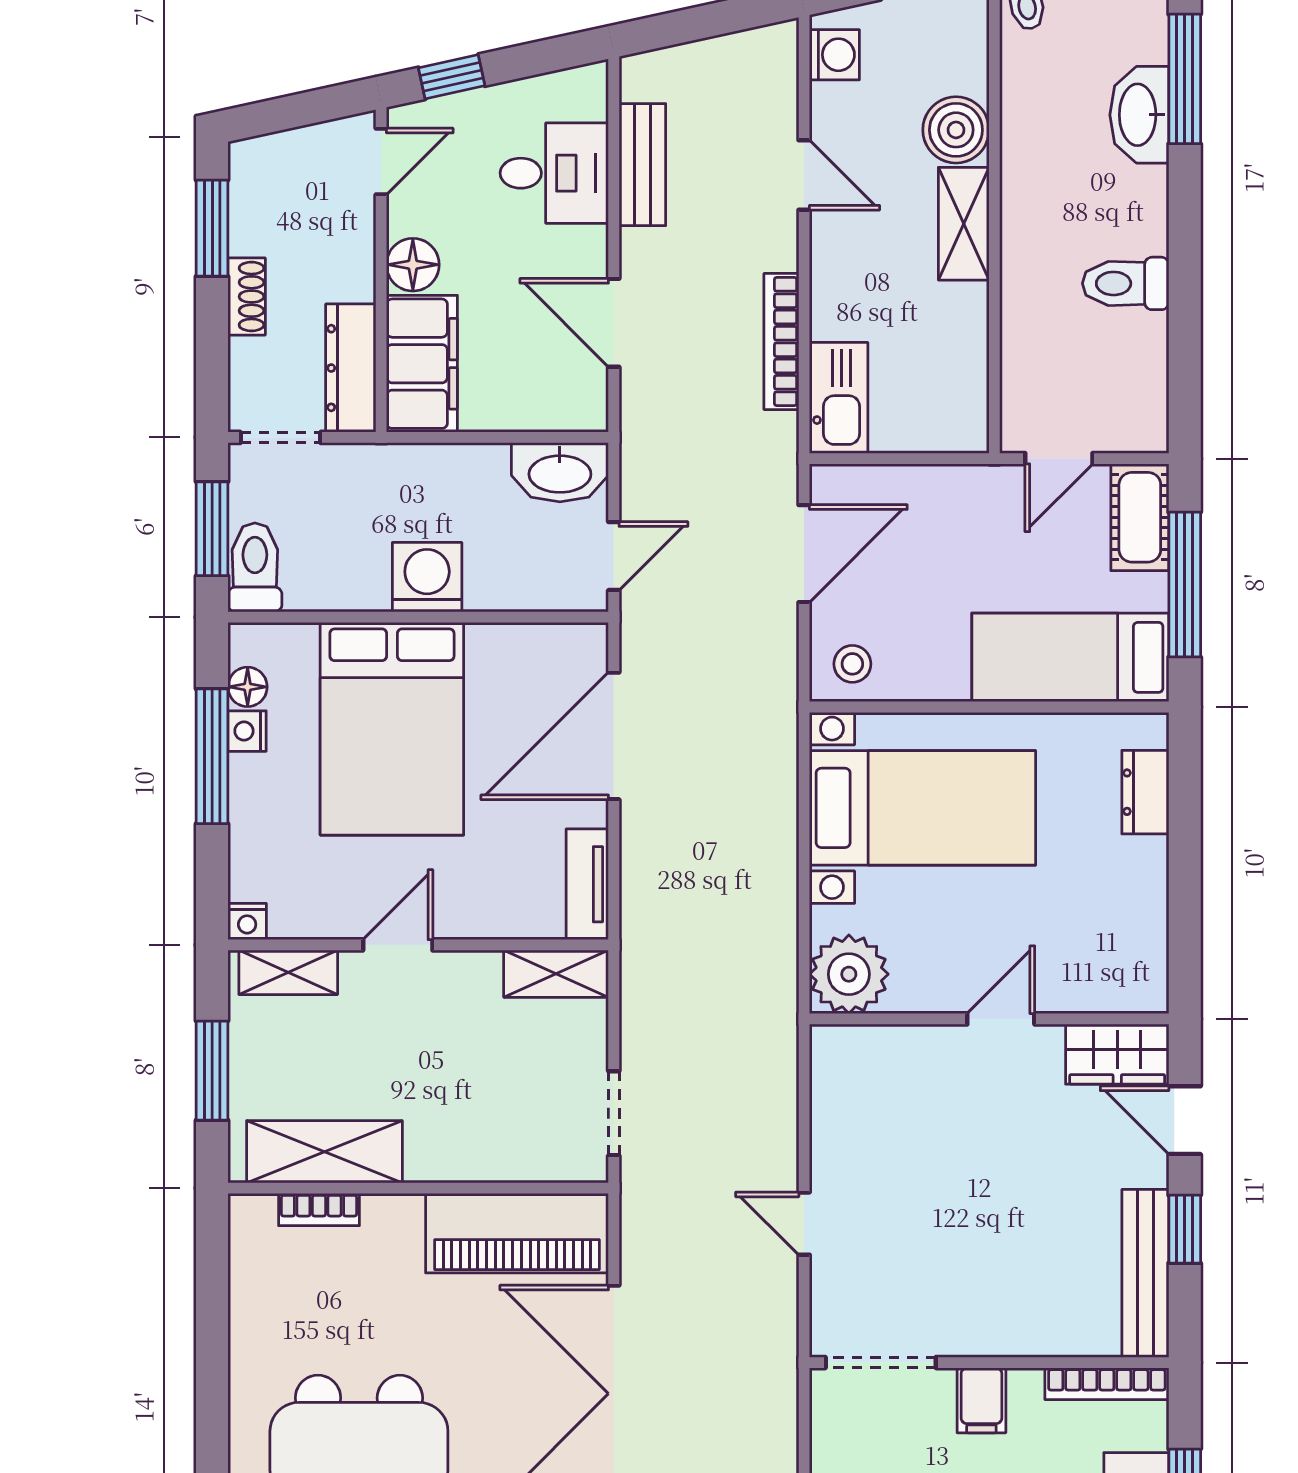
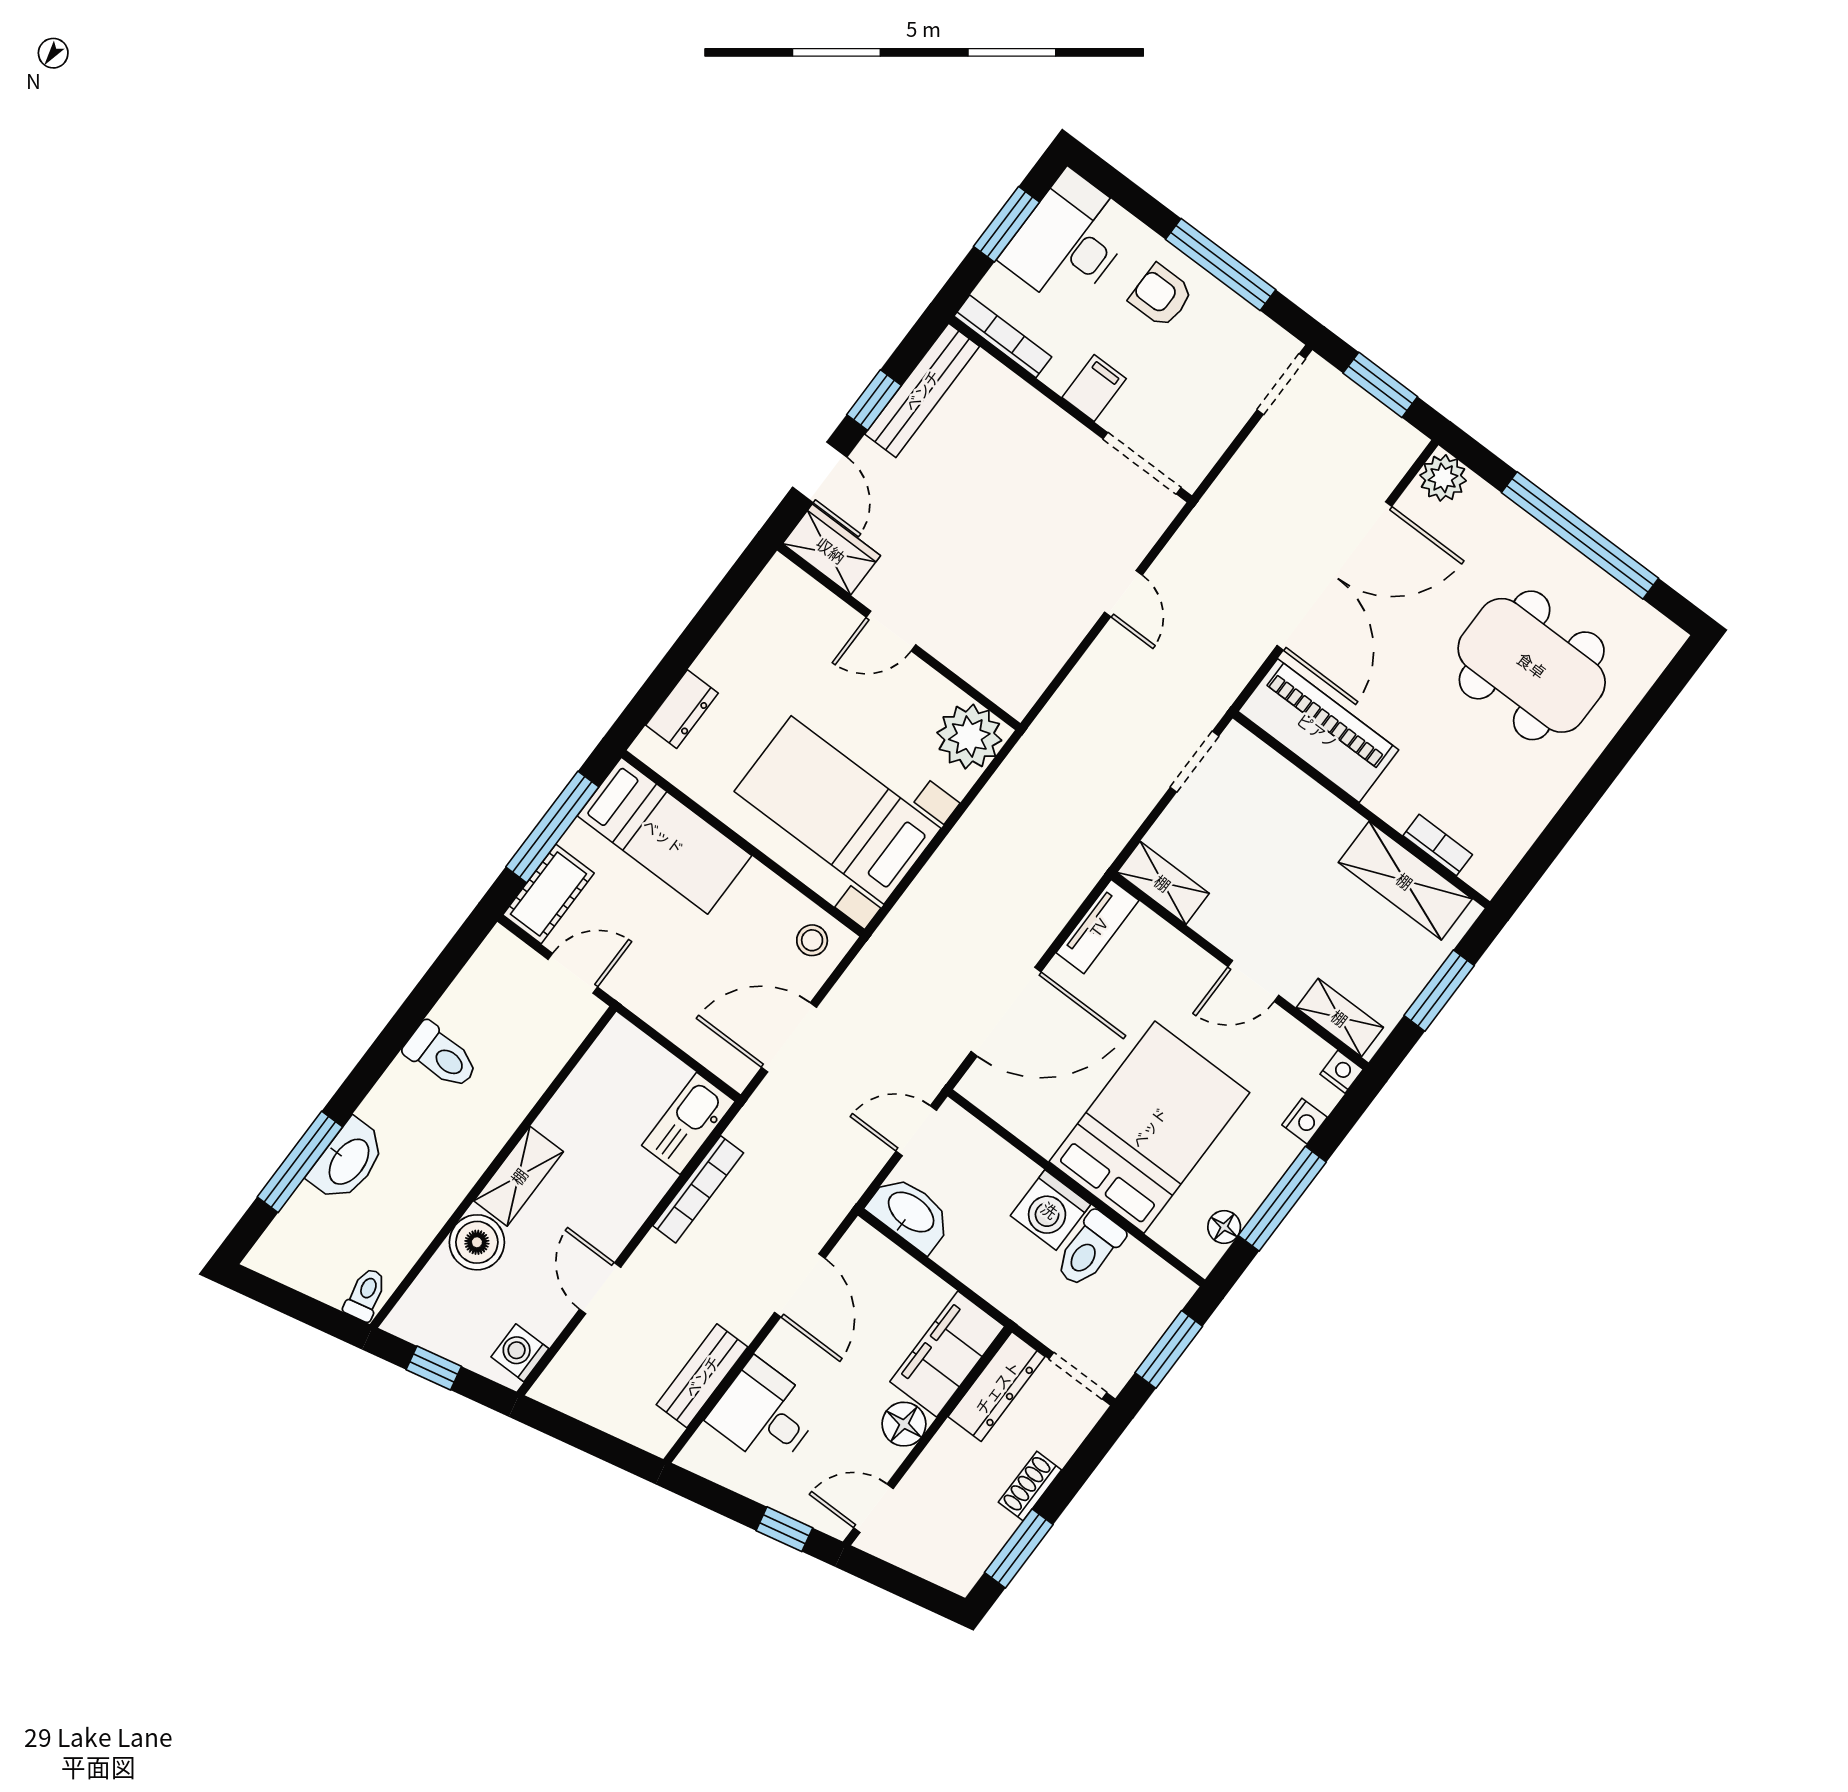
toilet: (255, 567) -> (1089, 1249), moved
nightstand: (247, 731) -> (1305, 1121), moved

